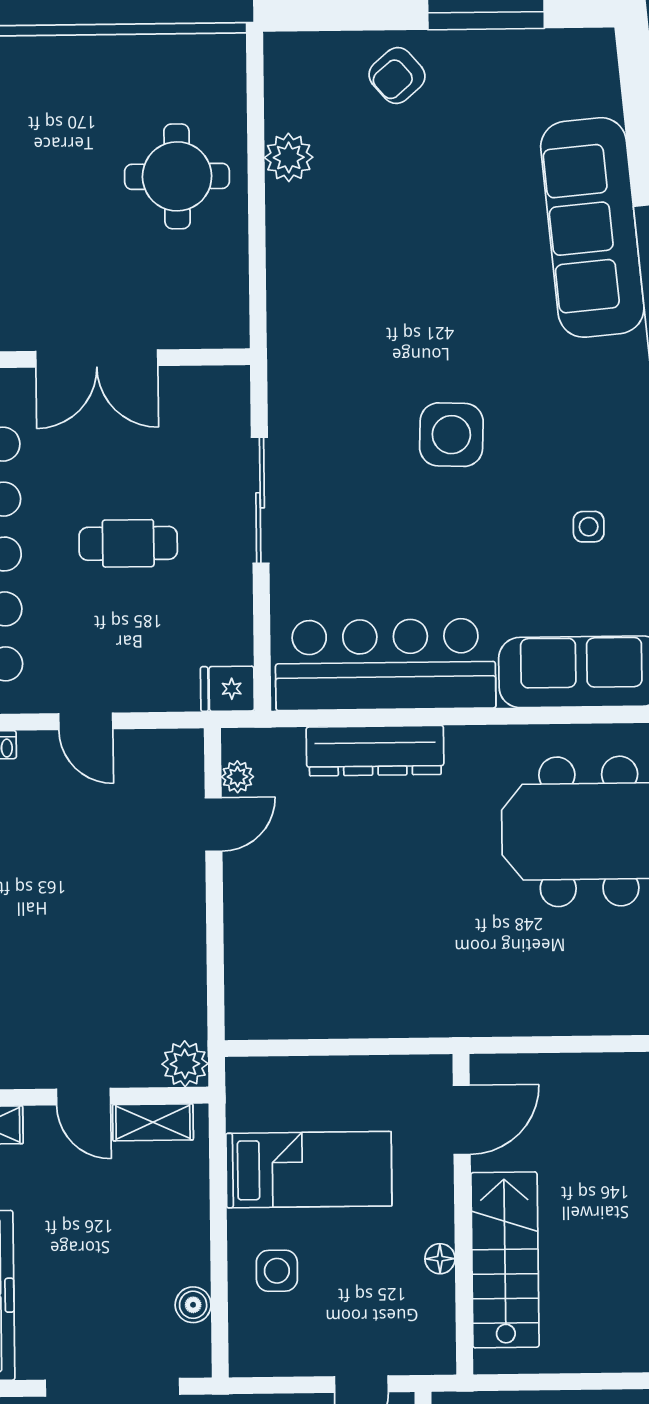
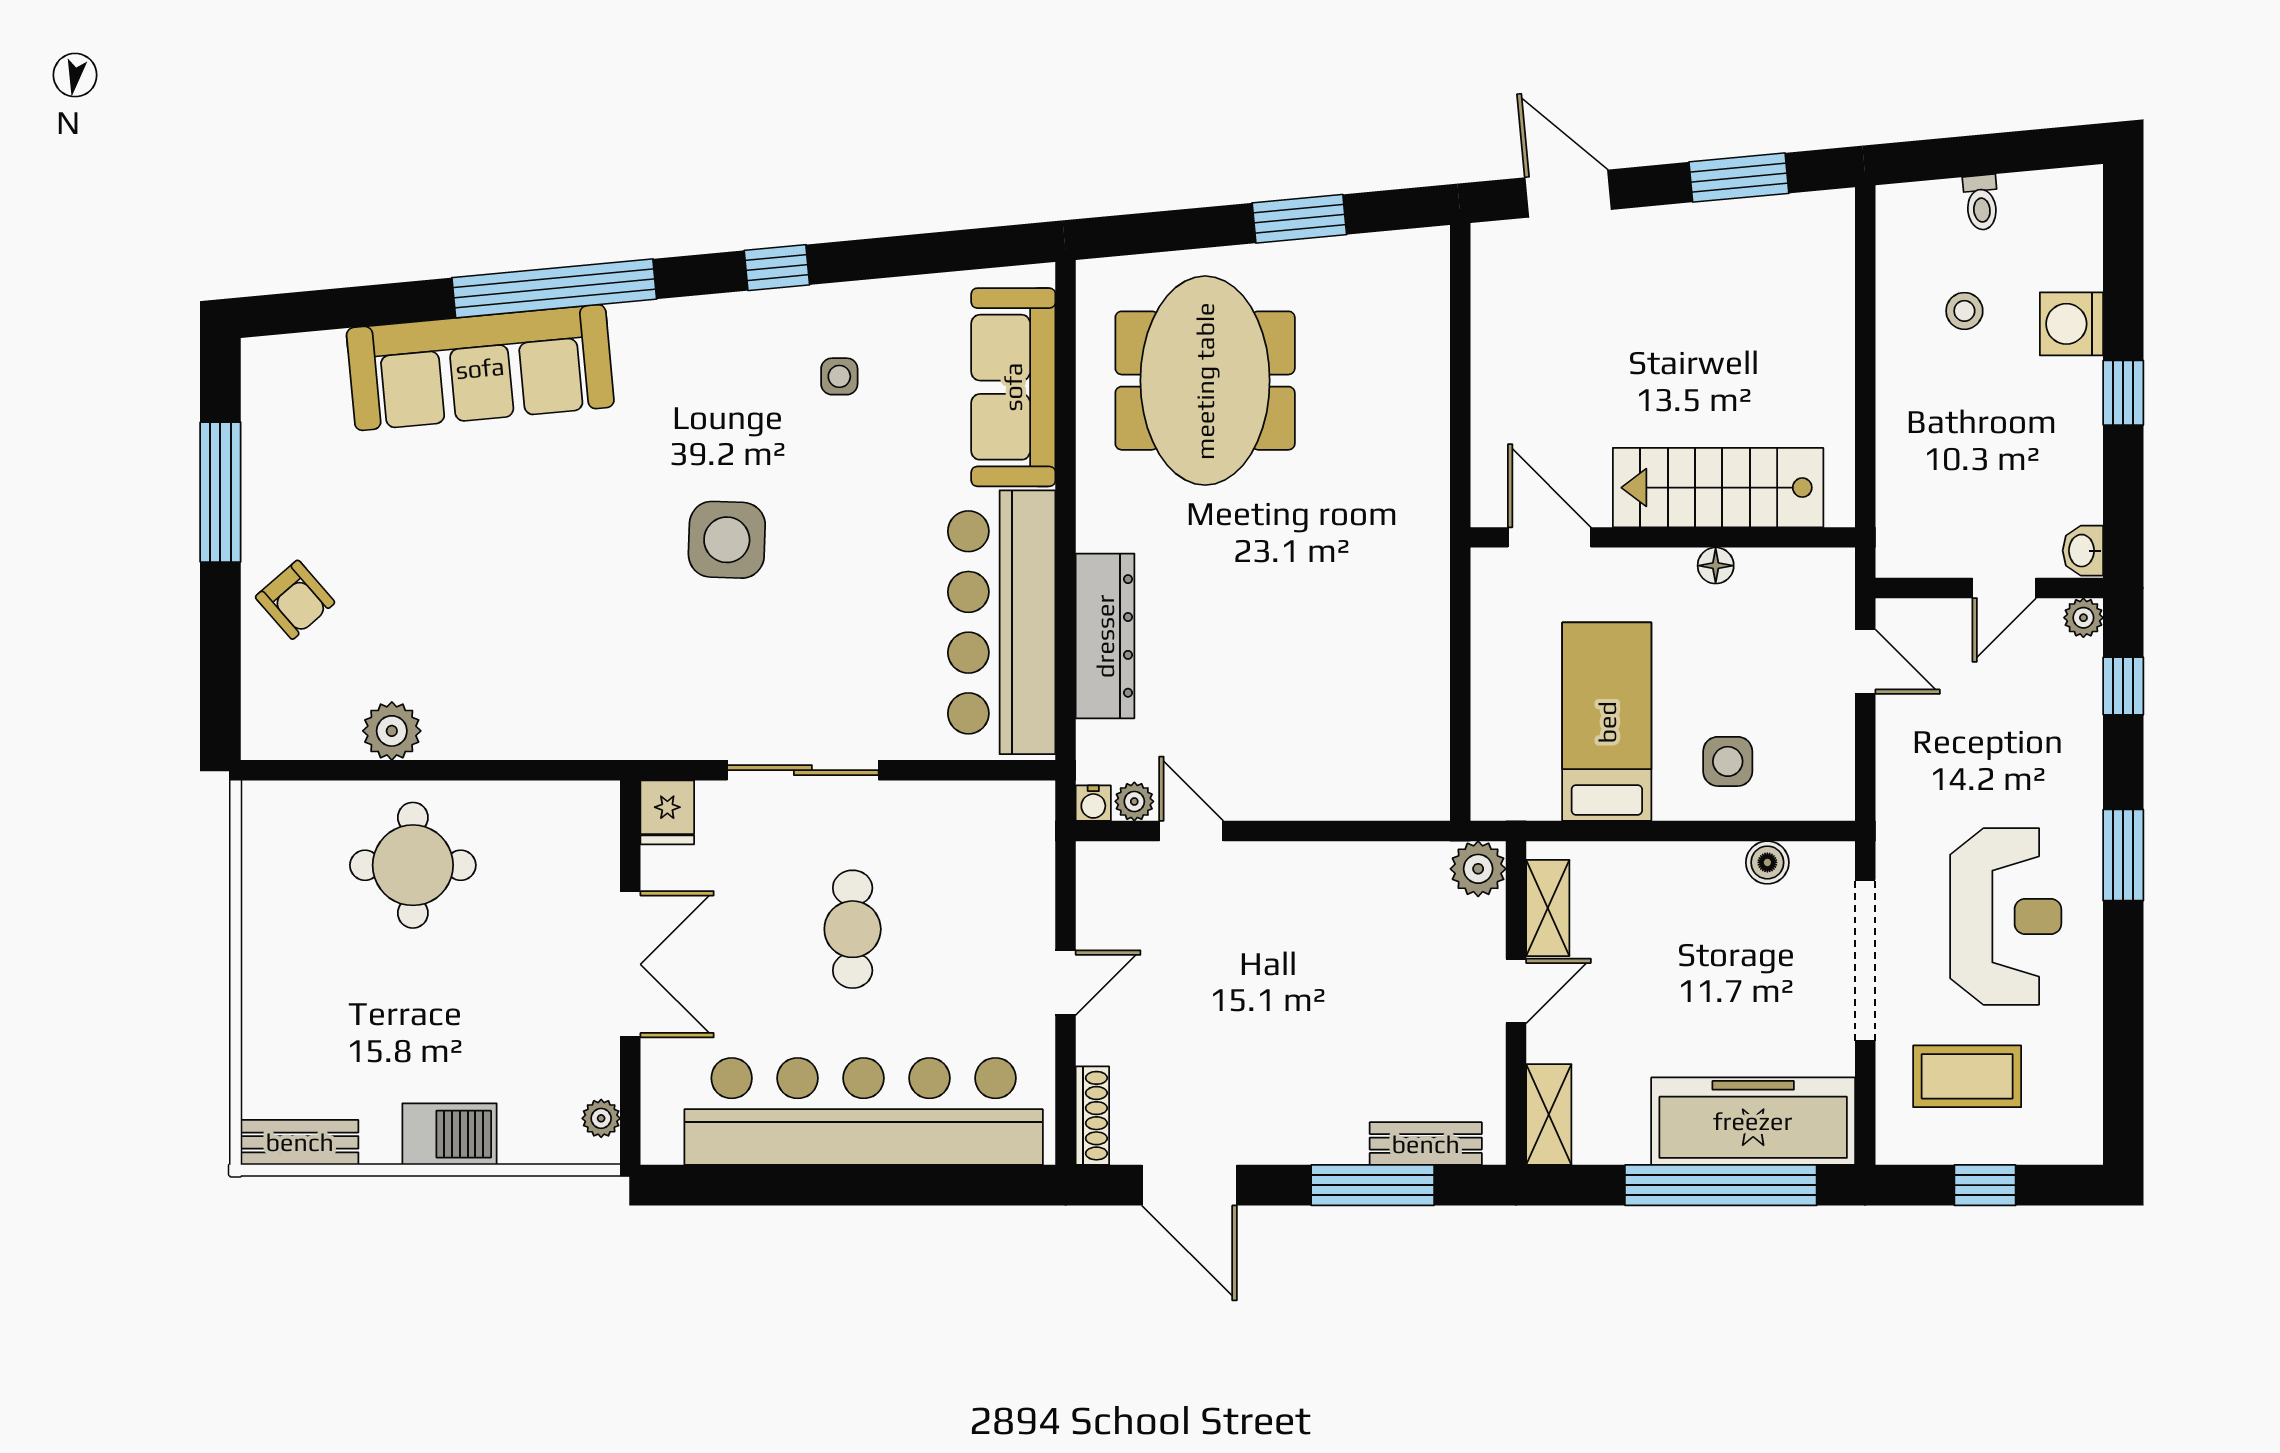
fridge: (227, 689) -> (667, 812), moved
water cooler: (236, 743) -> (1093, 803), added

